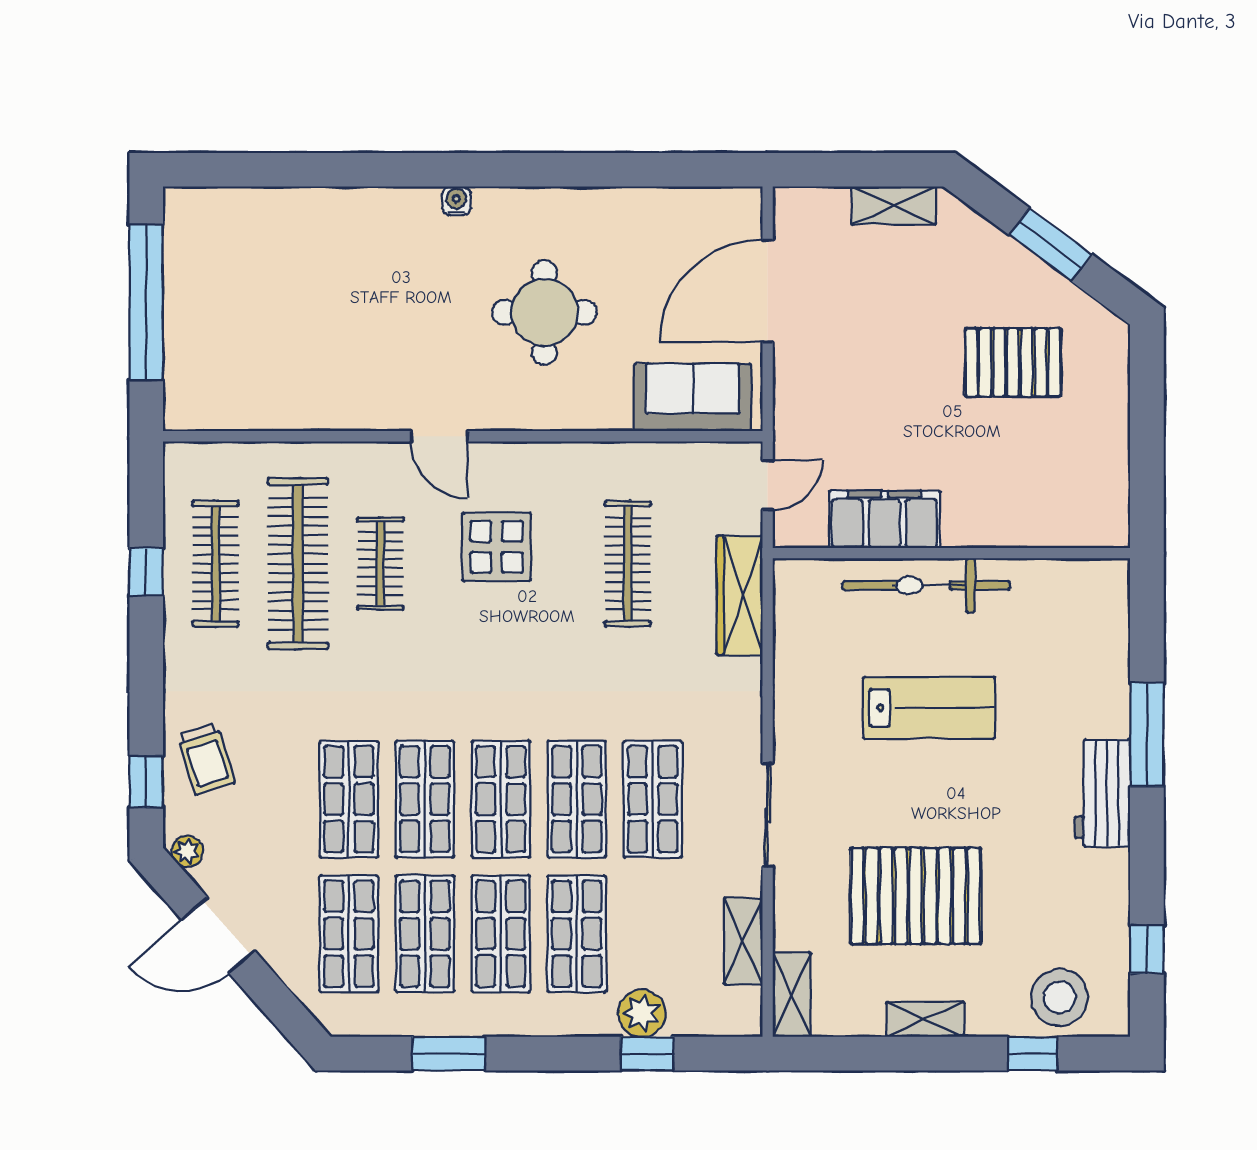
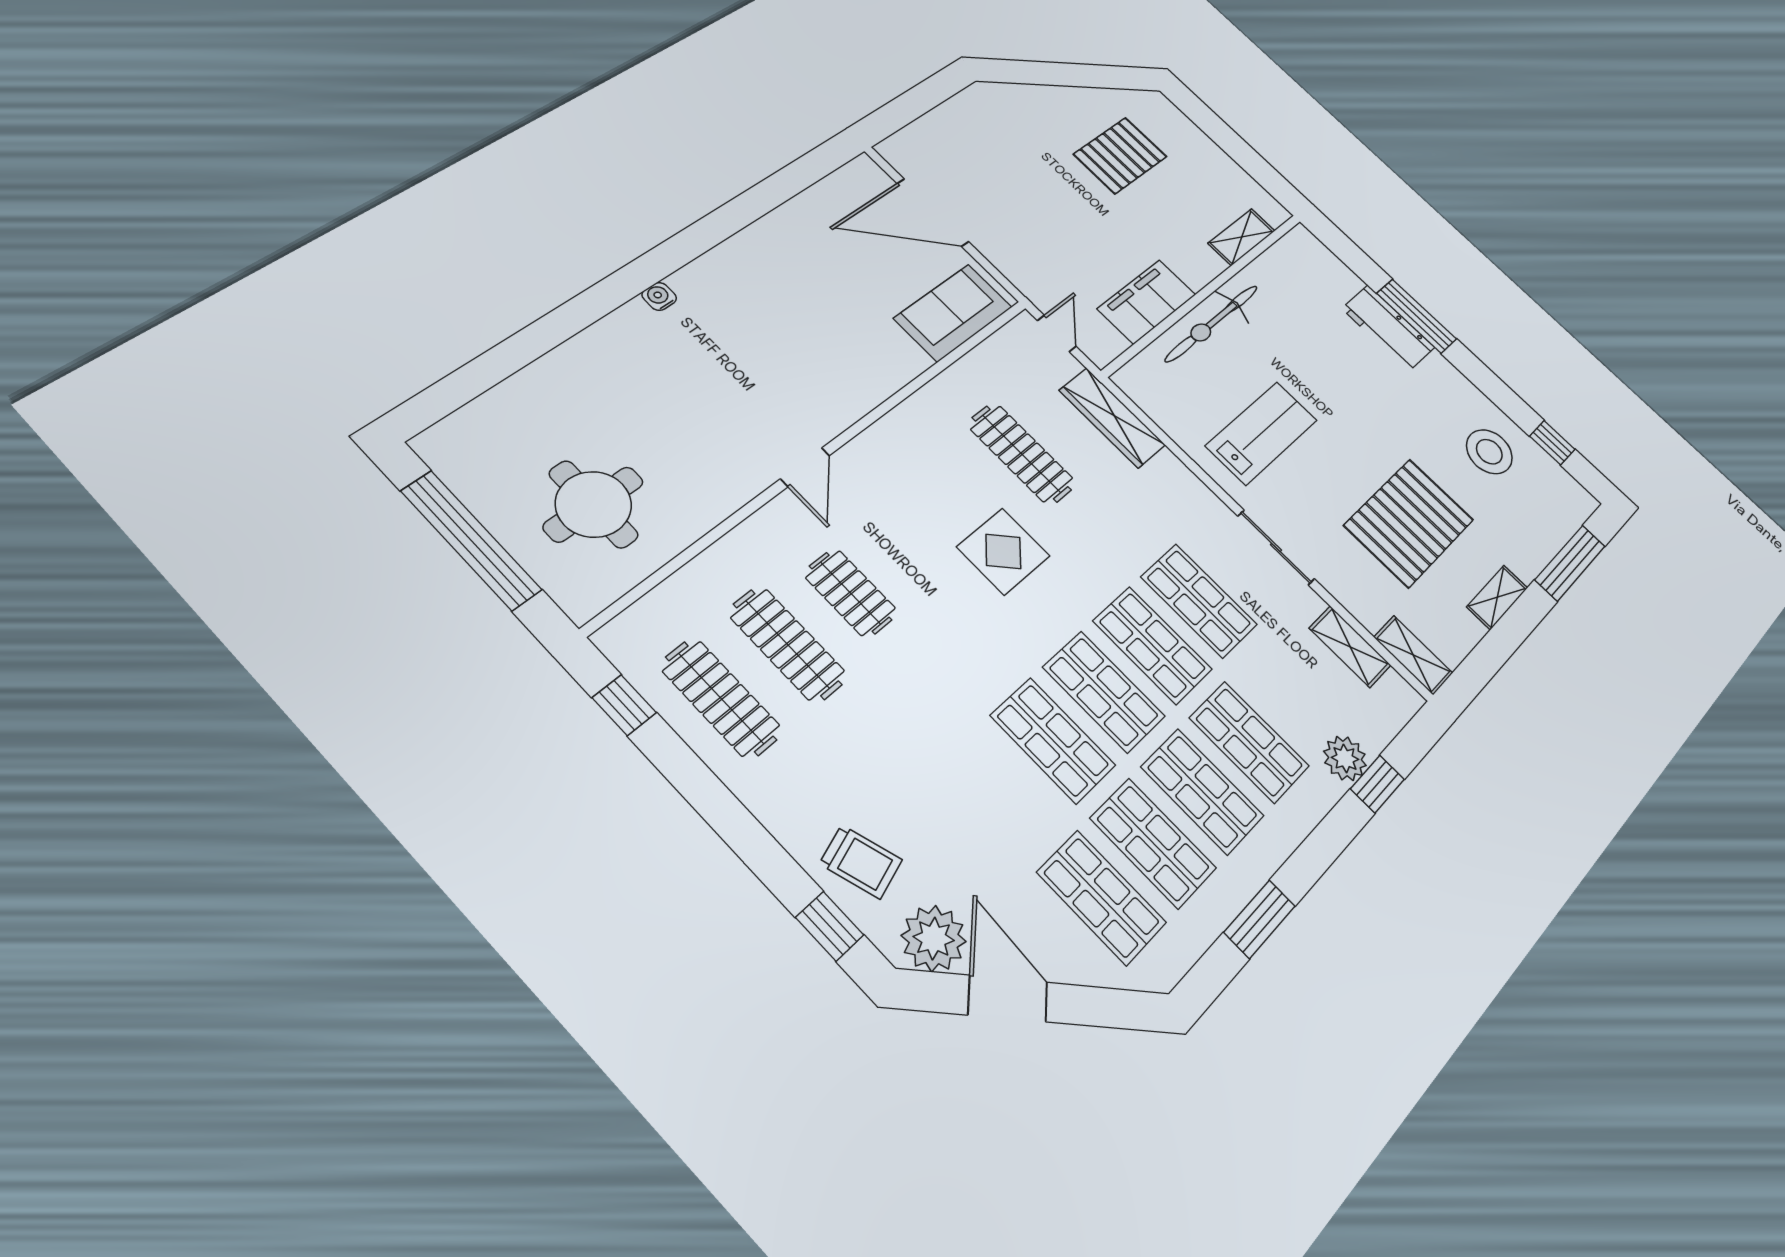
shelving: (894, 206) -> (1242, 237), moved
window: (1050, 245) -> (1070, 75), removed
door: (768, 291) -> (933, 213), hinge flipped
round table: (544, 312) -> (593, 504), moved
door: (439, 436) -> (805, 467), hinge flipped
display table: (497, 547) -> (1003, 551), moved
clothes rail: (298, 564) -> (787, 644), width x0.73, depth x0.76
window: (146, 572) -> (624, 705), moved
lab bench: (929, 708) -> (1262, 433), moved
workbench: (1103, 793) -> (1388, 328), moved
shop shelf: (349, 799) -> (999, 791), removed
plant: (187, 851) -> (934, 938), width x1.88, depth x1.88
door: (218, 935) -> (1008, 999), swing flipped
stool: (1060, 997) -> (1489, 452), moved
window: (1033, 1054) -> (1570, 563), width x2.17

